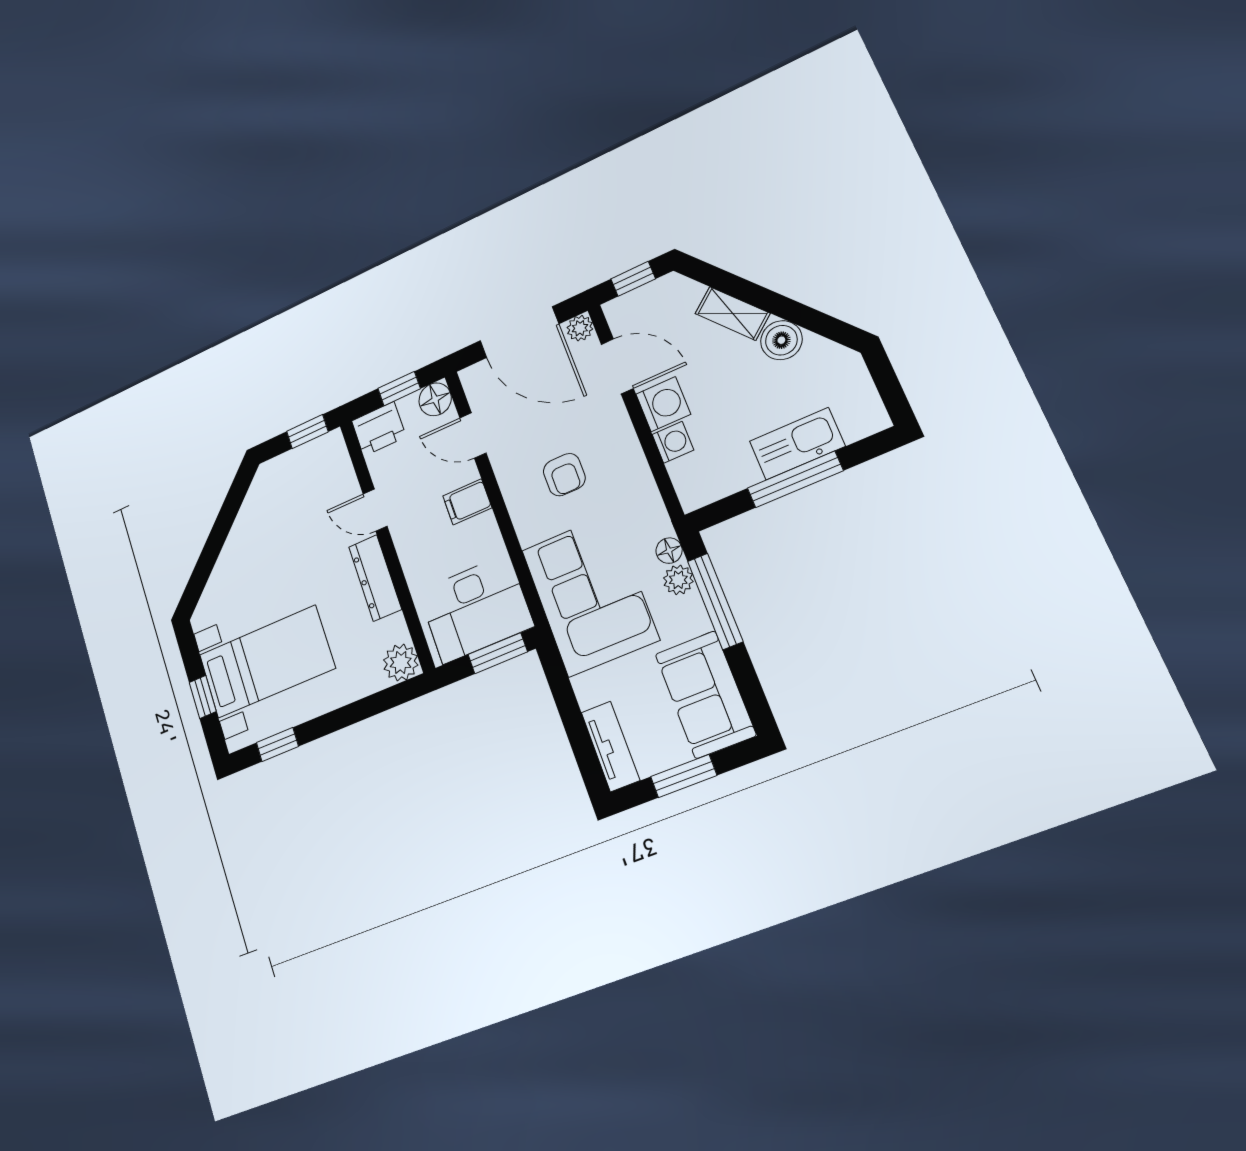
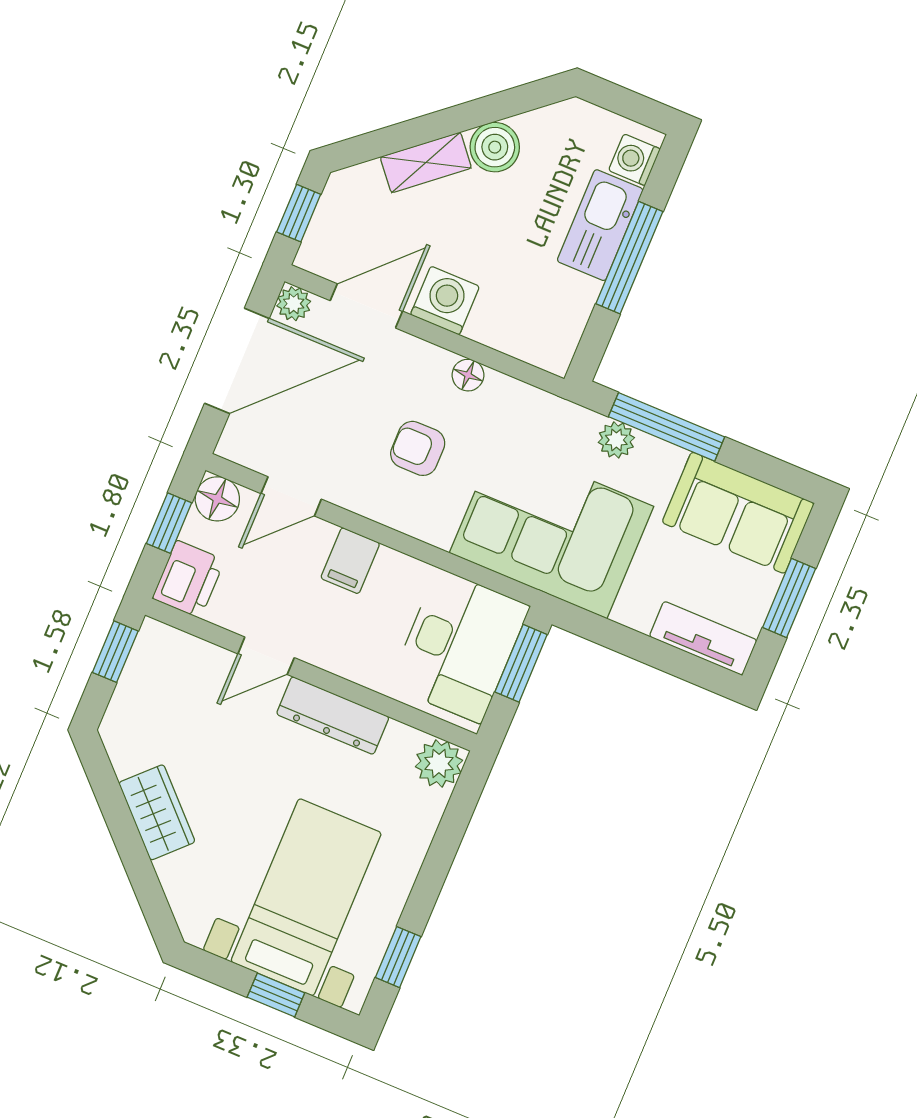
washing machine: (673, 442) -> (634, 160), moved, turned -90
armchair: (564, 475) -> (418, 448), turned 180
wardrobe: (244, 538) -> (157, 812), added
floor lamp: (669, 551) -> (468, 375), moved

